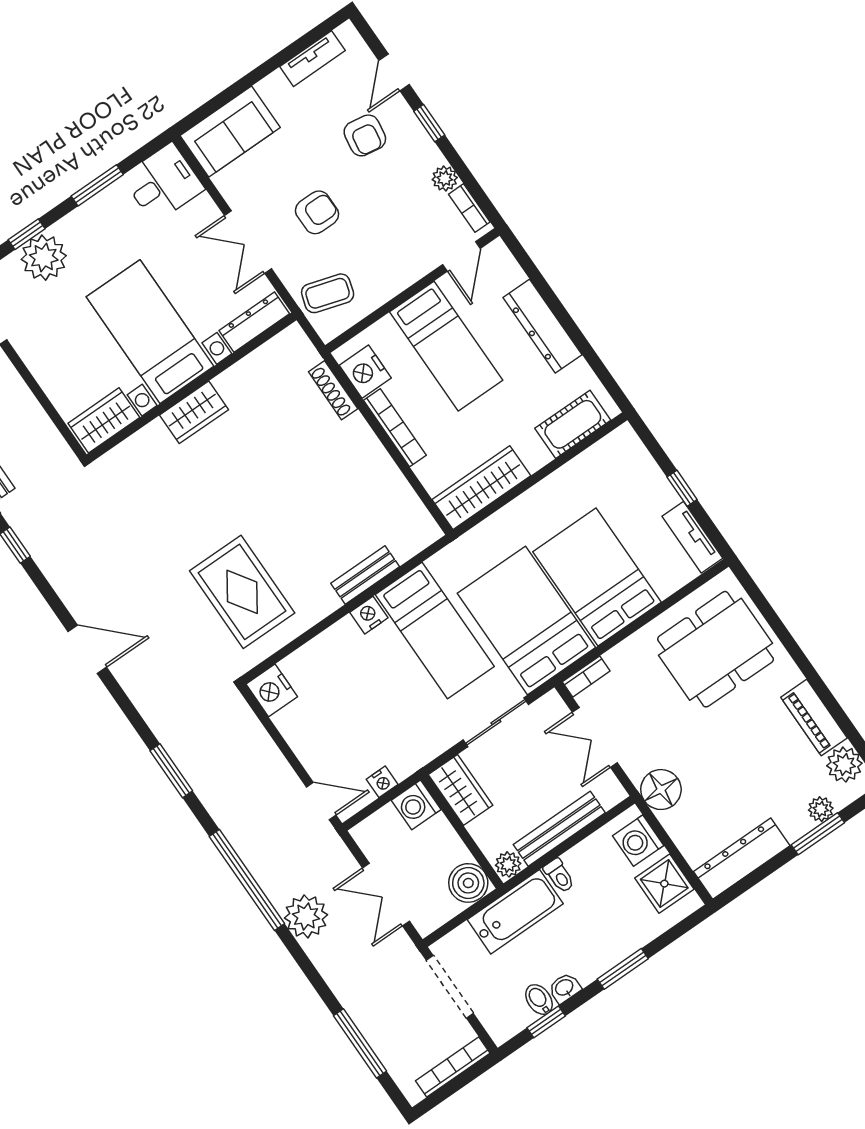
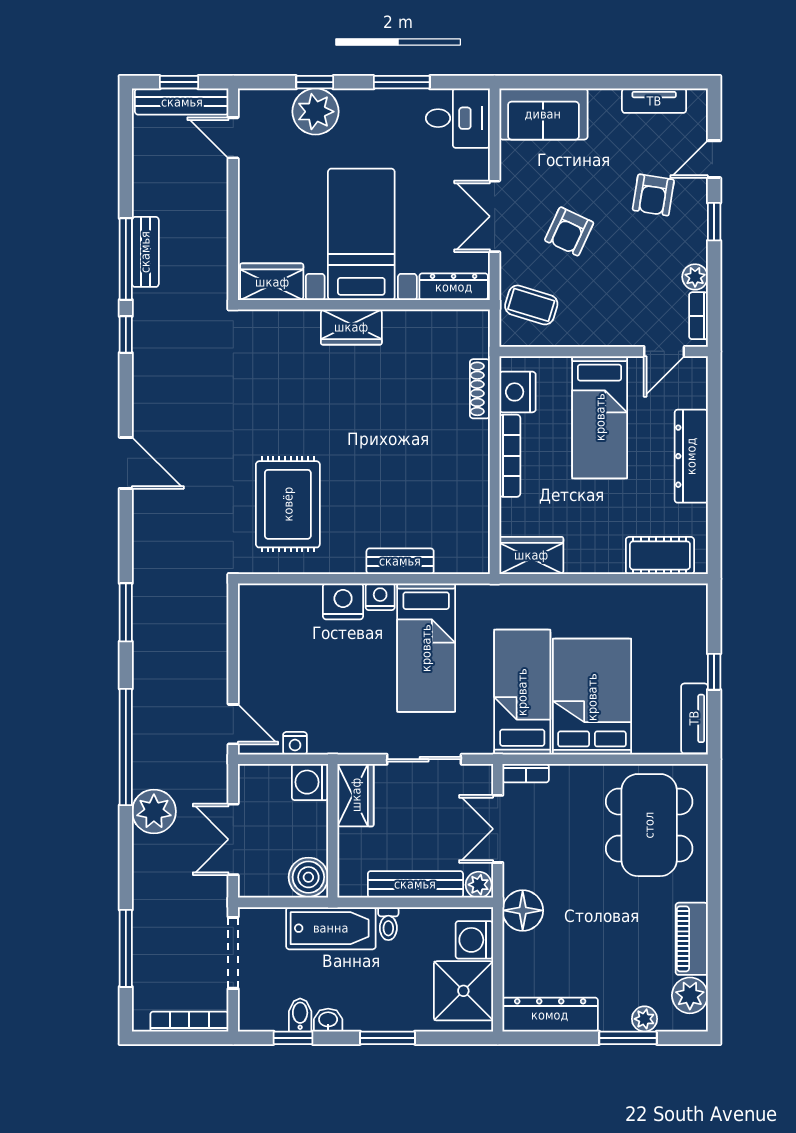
armchair: (317, 212) -> (569, 231), turned 115
wardrobe: (481, 488) -> (531, 555), width x0.67
bed: (526, 620) -> (522, 692), width x0.67
dining table: (716, 649) -> (649, 825), turned 90
nightstand: (272, 690) -> (343, 601), moved, turned 90
plant: (508, 864) -> (479, 885), moved
shower: (664, 884) -> (463, 991), width x1.36, depth x1.36

